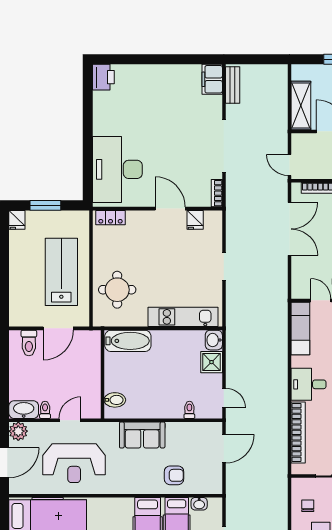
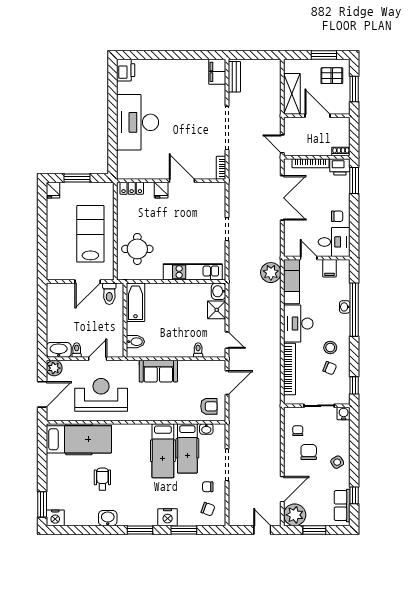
desk: (117, 169) -> (138, 122), moved
fridge: (195, 220) -> (161, 190), moved
plant: (276, 318) -> (271, 273), added
bathtub: (128, 341) -> (135, 302), moved, turned -90
toilet: (29, 343) -> (109, 294), moved
desk: (309, 384) -> (298, 324), width x1.37
reception desk: (74, 463) -> (101, 395), turned 180
armchair: (174, 475) -> (209, 406), moved

